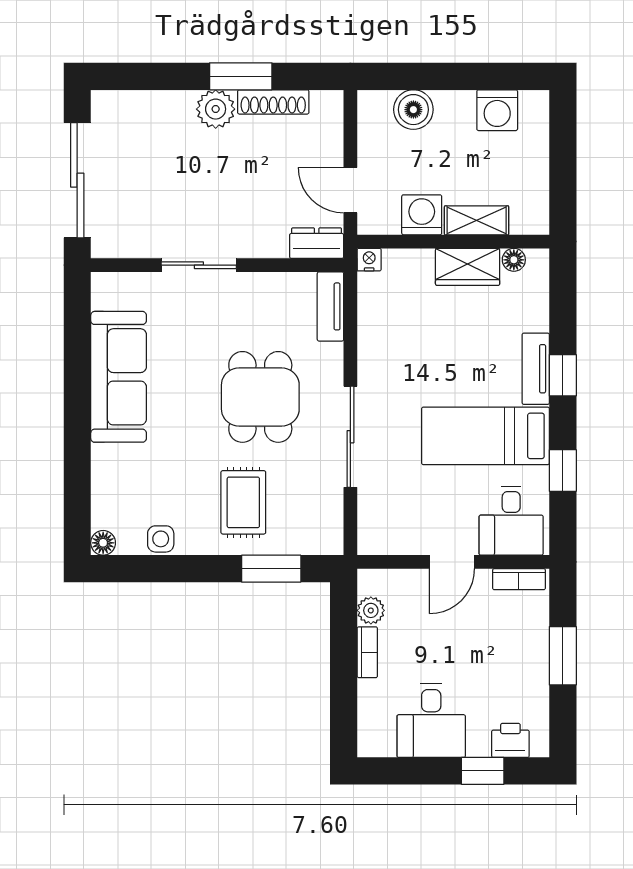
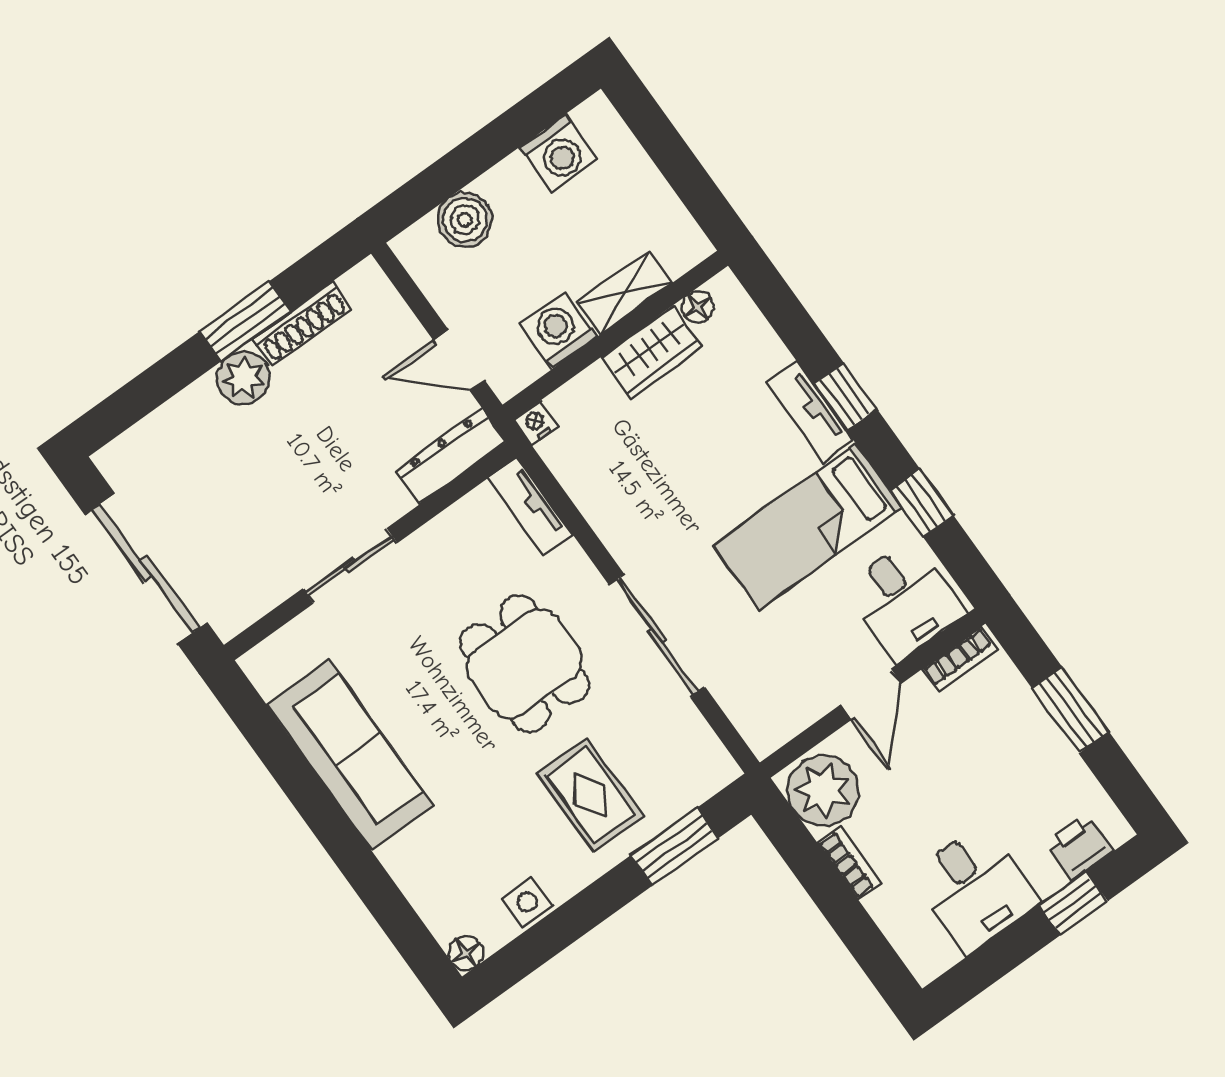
dresser: (317, 243) -> (451, 456), width x1.44
plant: (371, 610) -> (823, 791), width x1.87, depth x1.87

